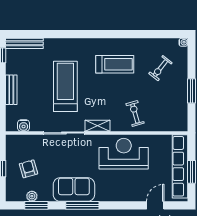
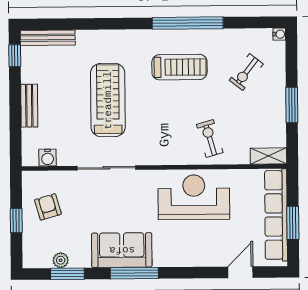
window: (121, 34) -> (188, 23), added
shelving: (97, 126) -> (268, 156), moved
armchair: (28, 169) -> (48, 207), moved

